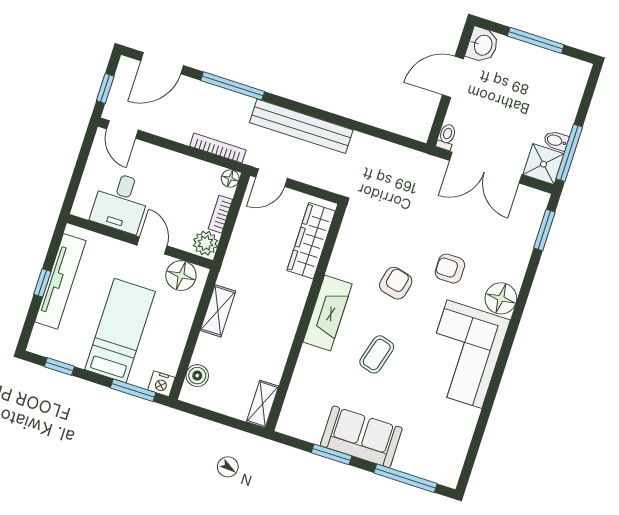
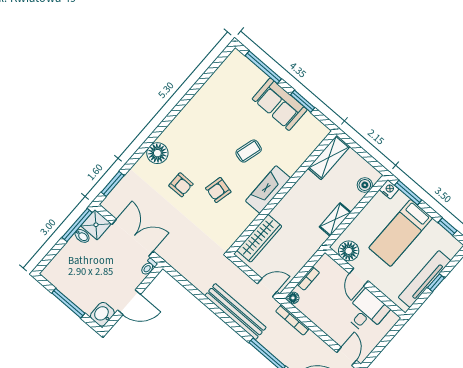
plant: (205, 243) -> (325, 265), removed
corner sofa: (464, 354) -> (194, 128), removed
shelving: (263, 404) -> (329, 157), width x1.50, depth x1.33

